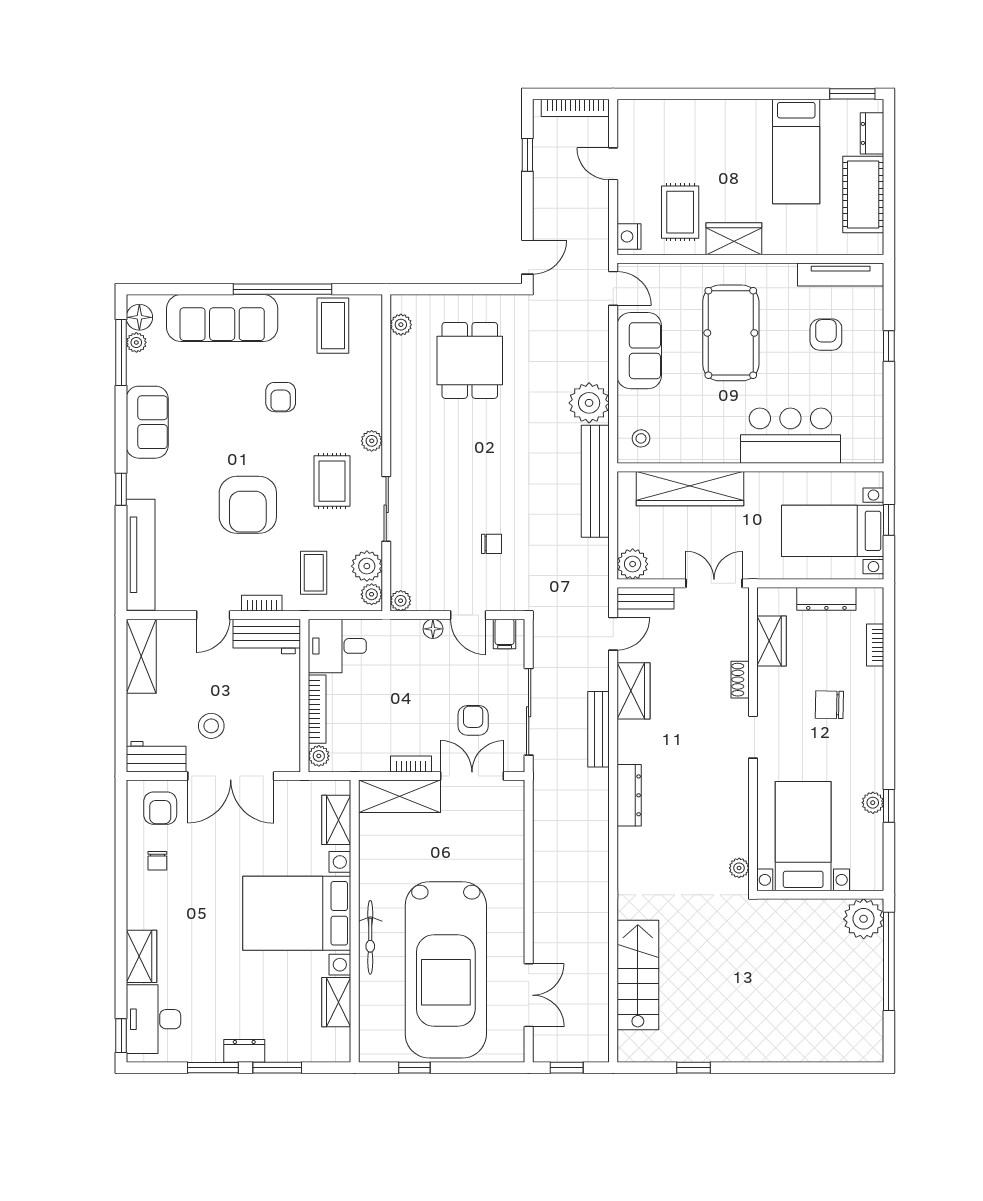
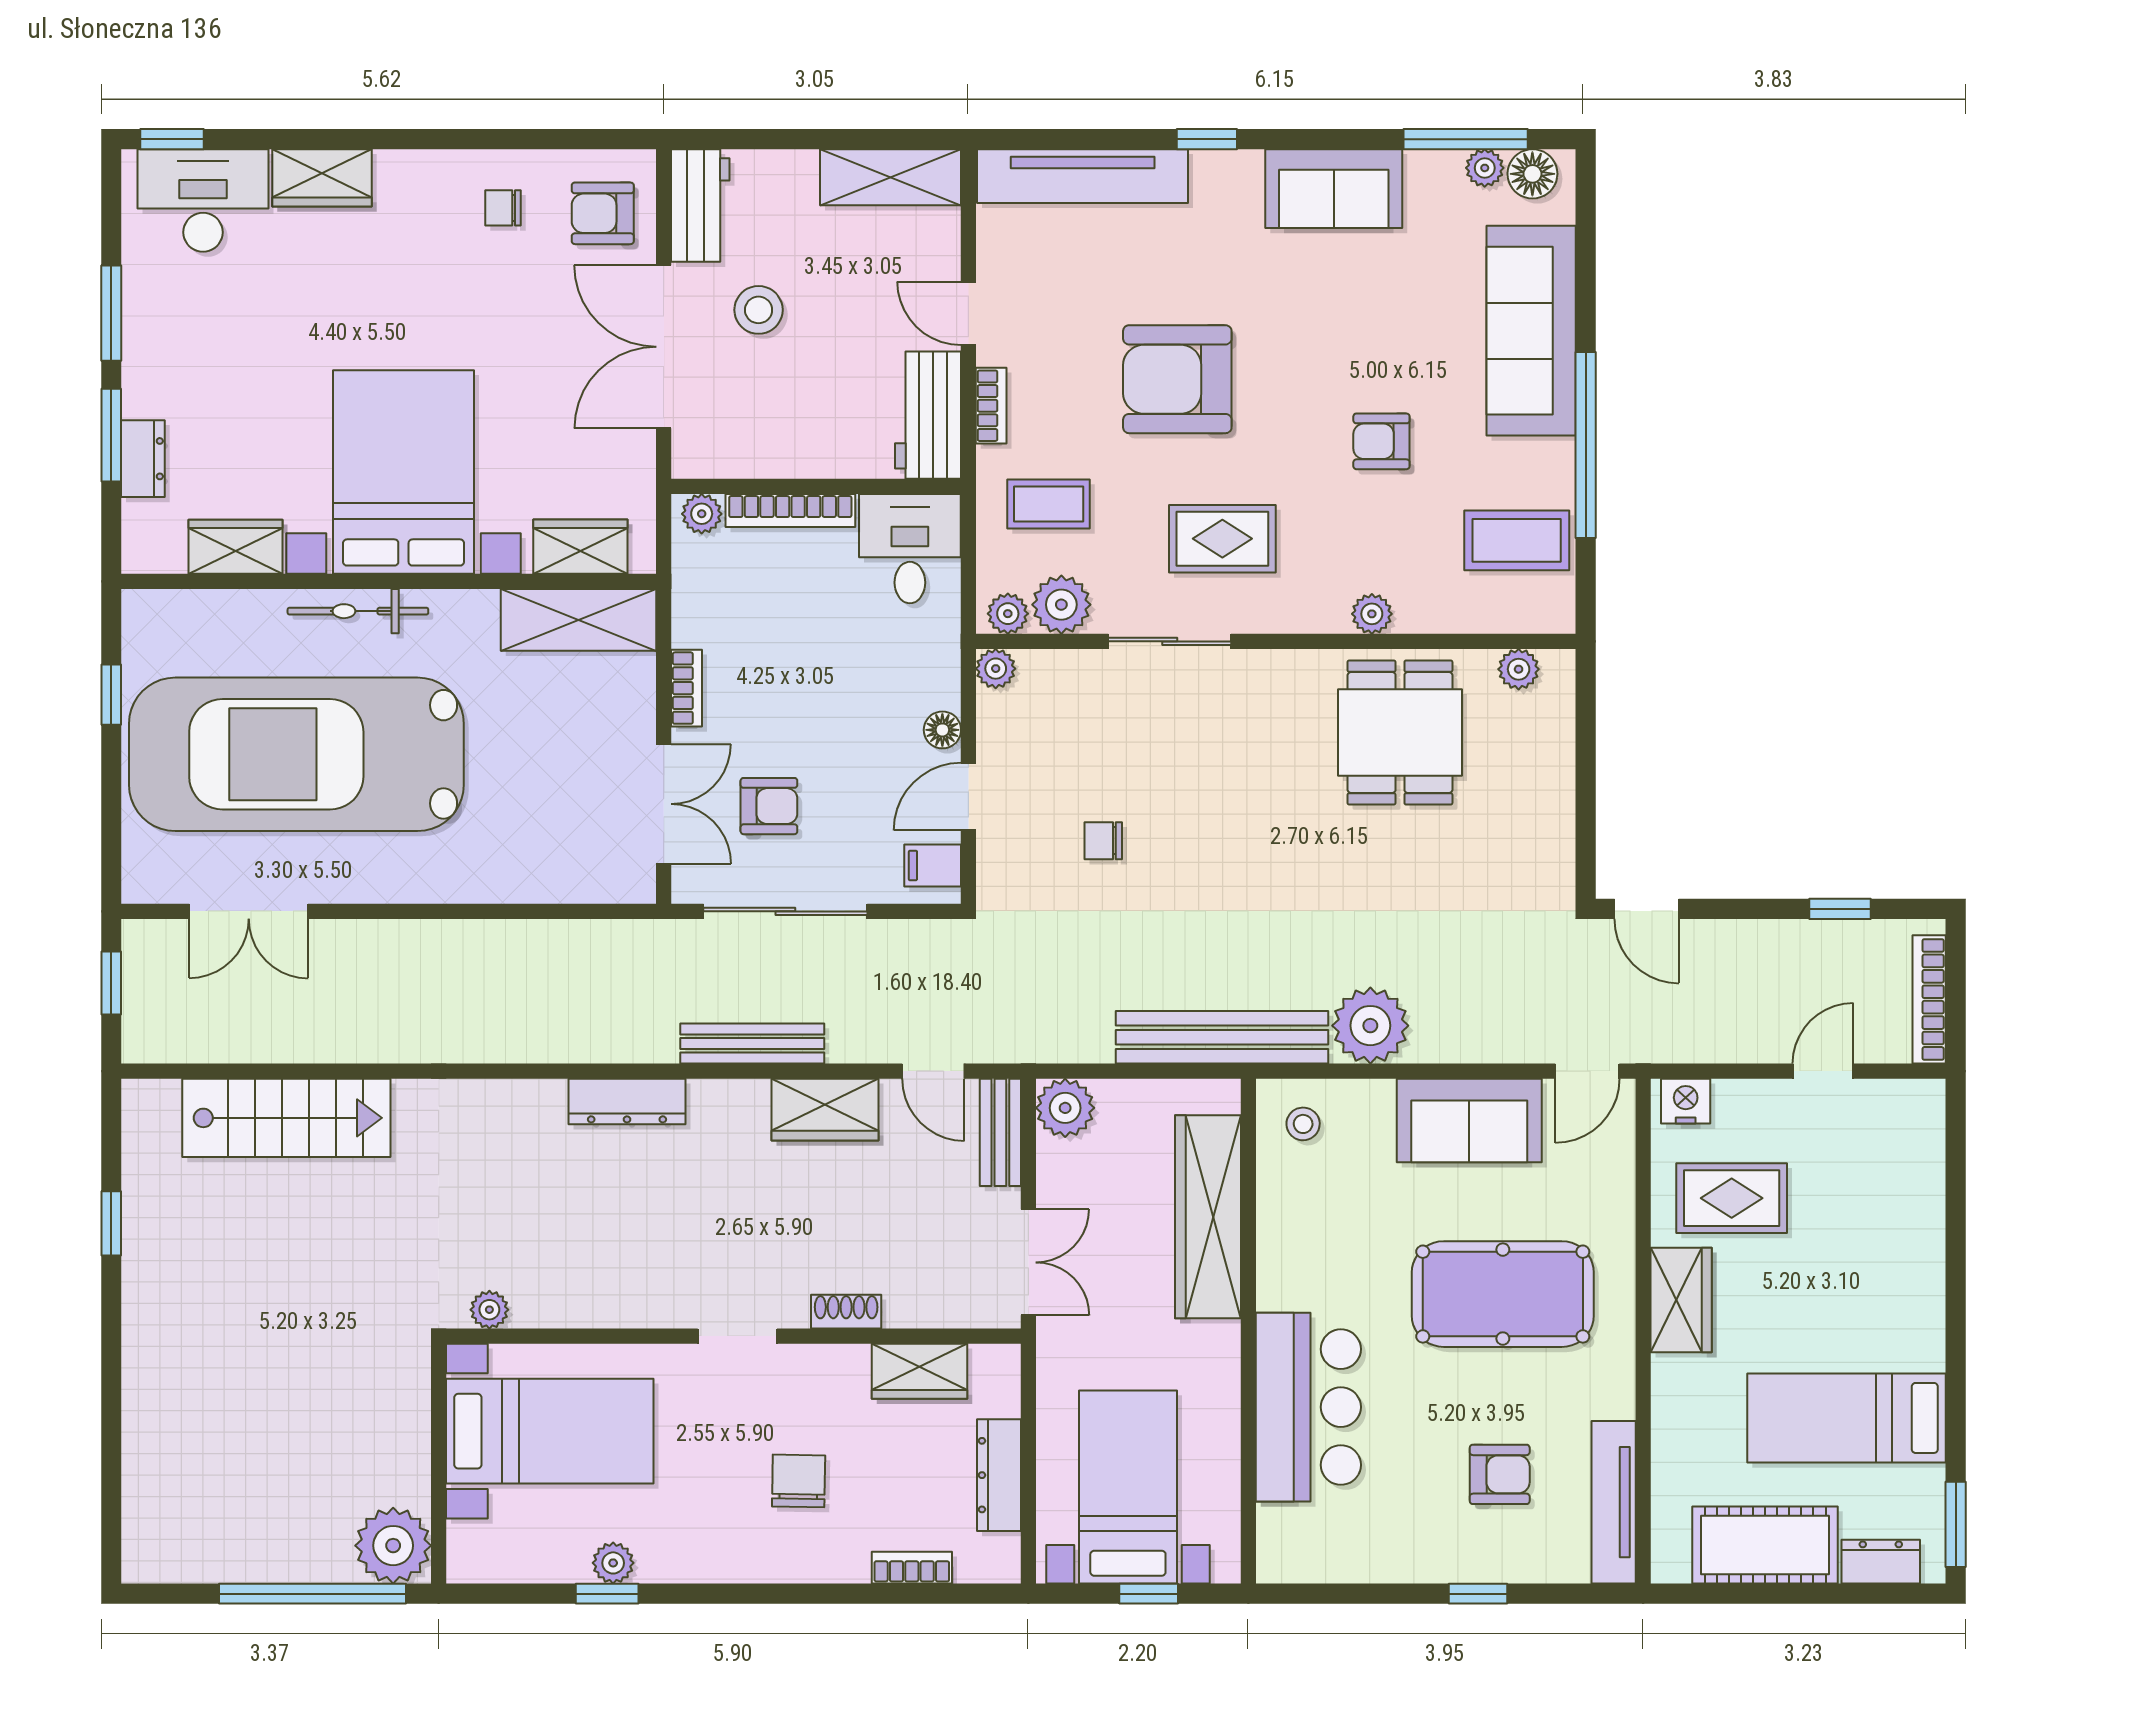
dining table: (470, 360) -> (1400, 733), moved, turned 90
plant: (372, 441) -> (1372, 614), moved
chair: (491, 544) -> (1103, 841), turned 90
shelving: (399, 796) -> (578, 620), moved, turned 90
dresser: (244, 1051) -> (143, 459), moved

